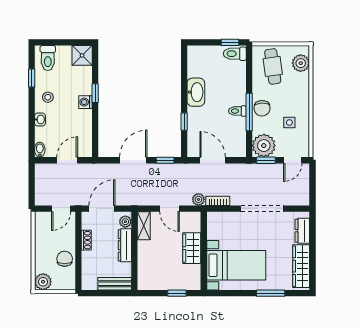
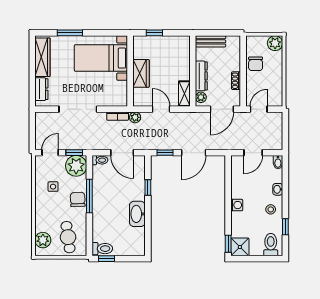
window: (95, 93) -> (228, 244), moved
toilet: (237, 111) -> (100, 160), moved

